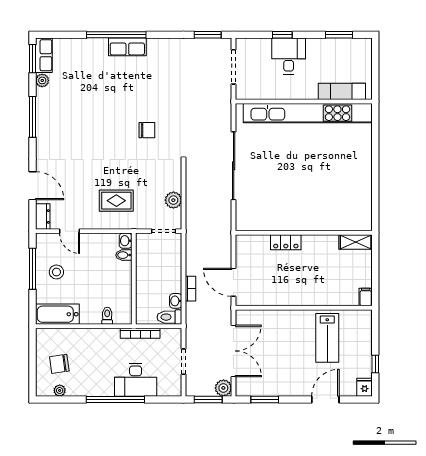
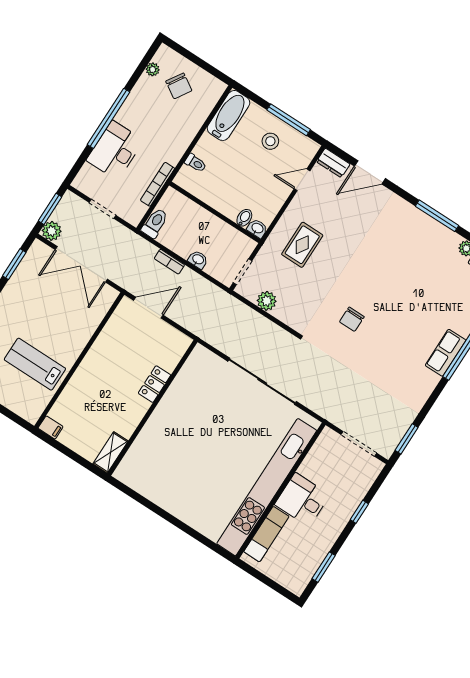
desk: (289, 56) -> (302, 500), moved, turned 180
washbasin: (176, 301) -> (198, 260), moved
chair: (59, 364) -> (179, 86), turned 130

